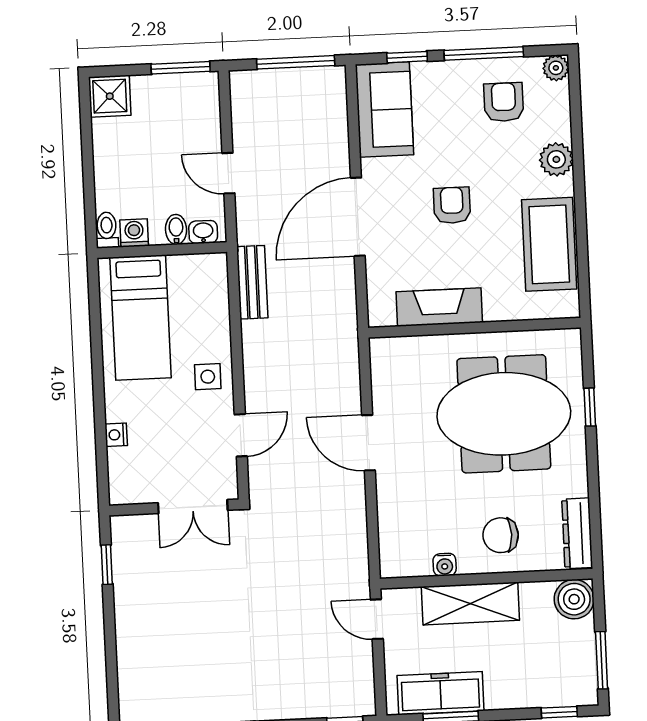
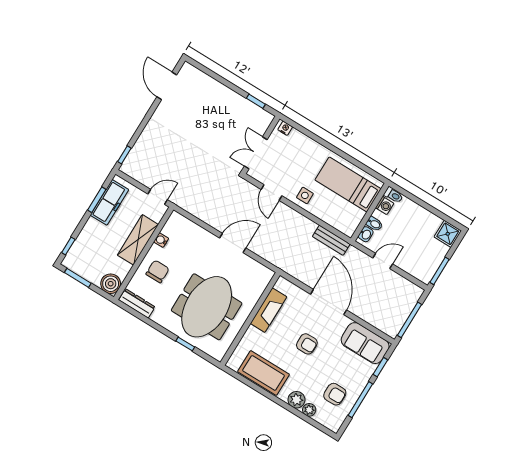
plant: (556, 68) -> (309, 410), moved
nightstand: (116, 435) -> (285, 128), moved

